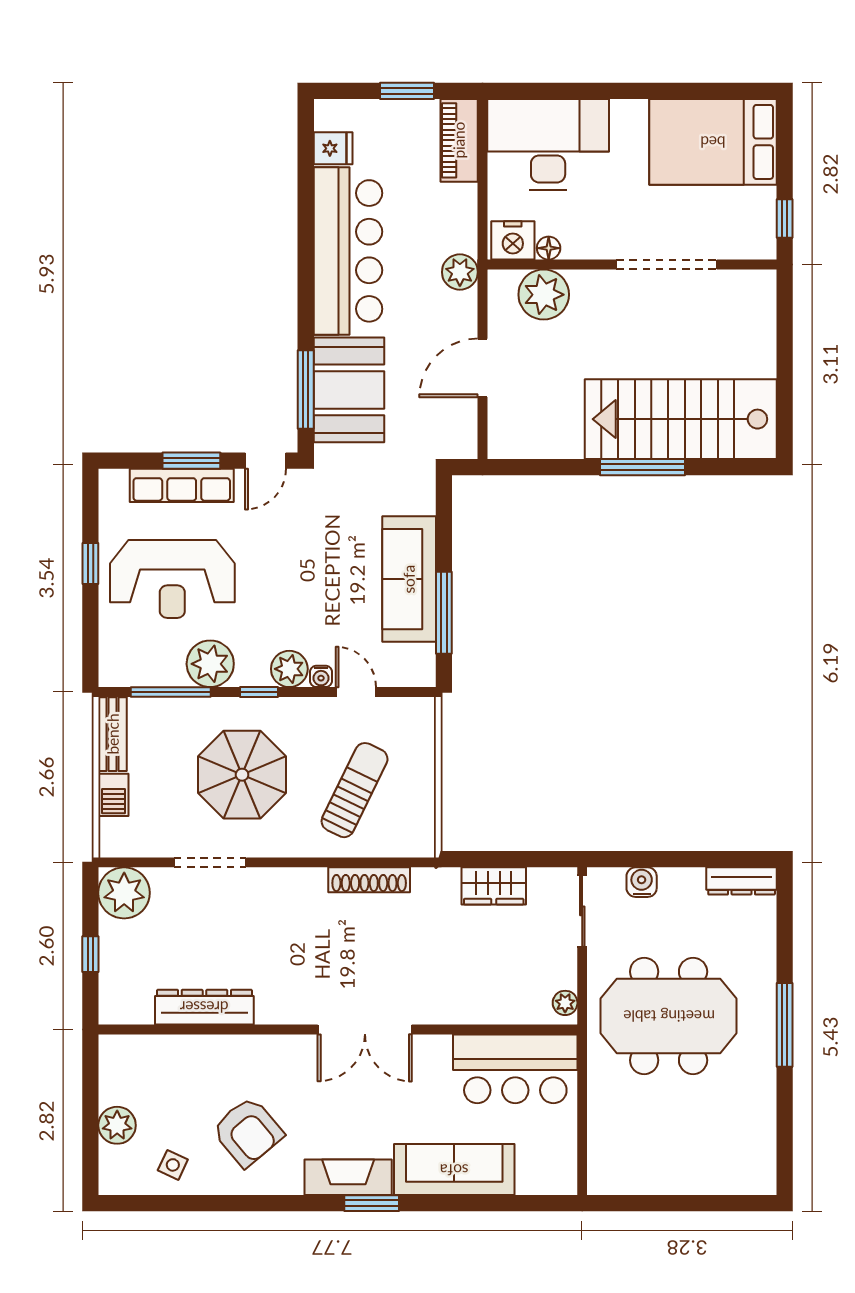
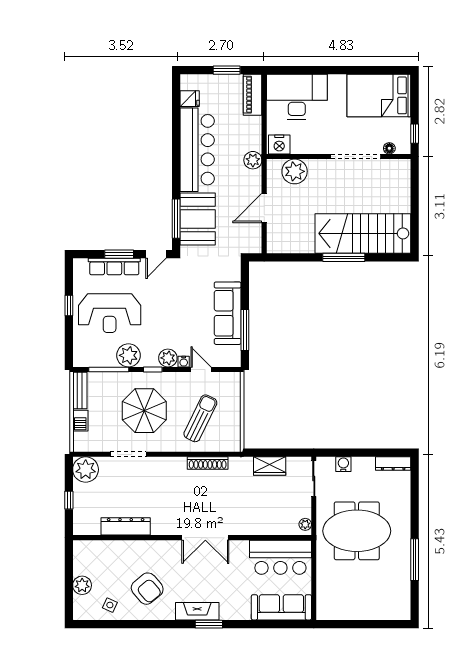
floor lamp: (549, 248) -> (389, 148), moved
window: (785, 1025) -> (415, 560), moved
sofa: (454, 1170) -> (281, 607), moved

